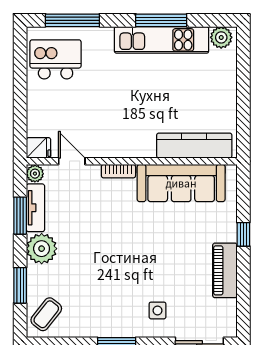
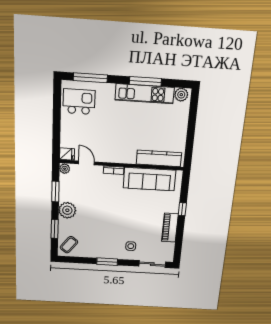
tv unit: (35, 208) -> (64, 188), removed

